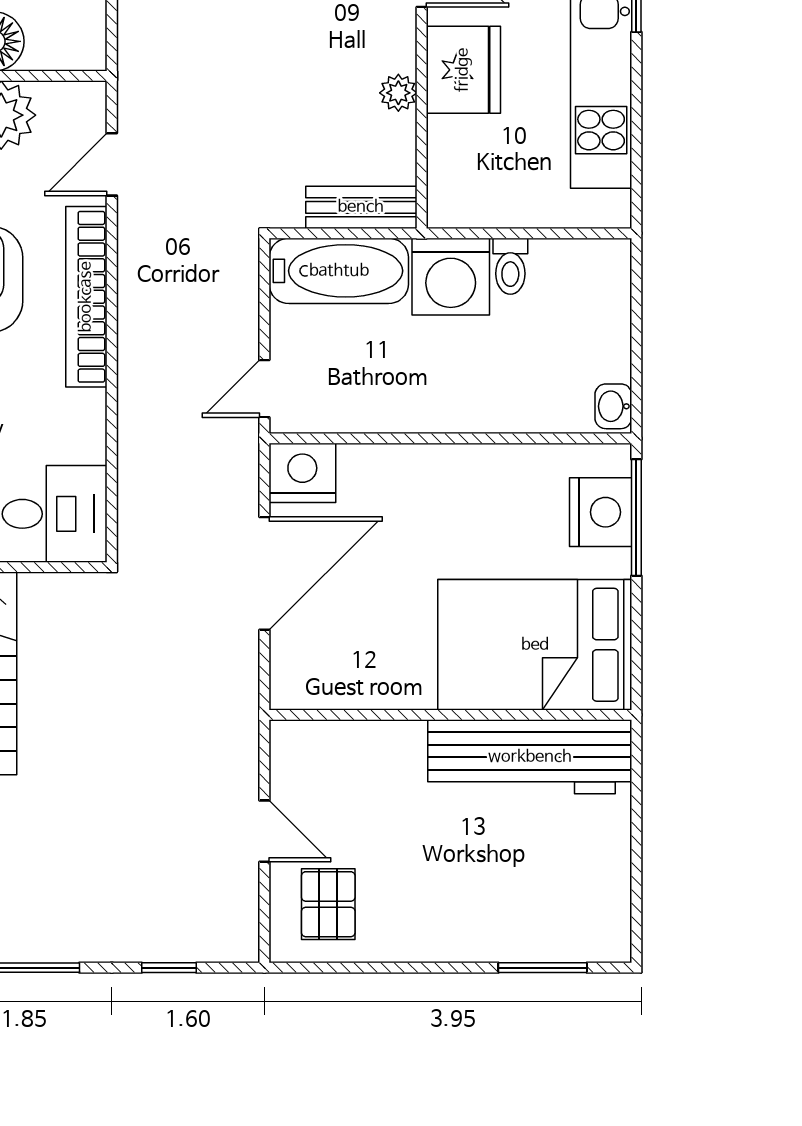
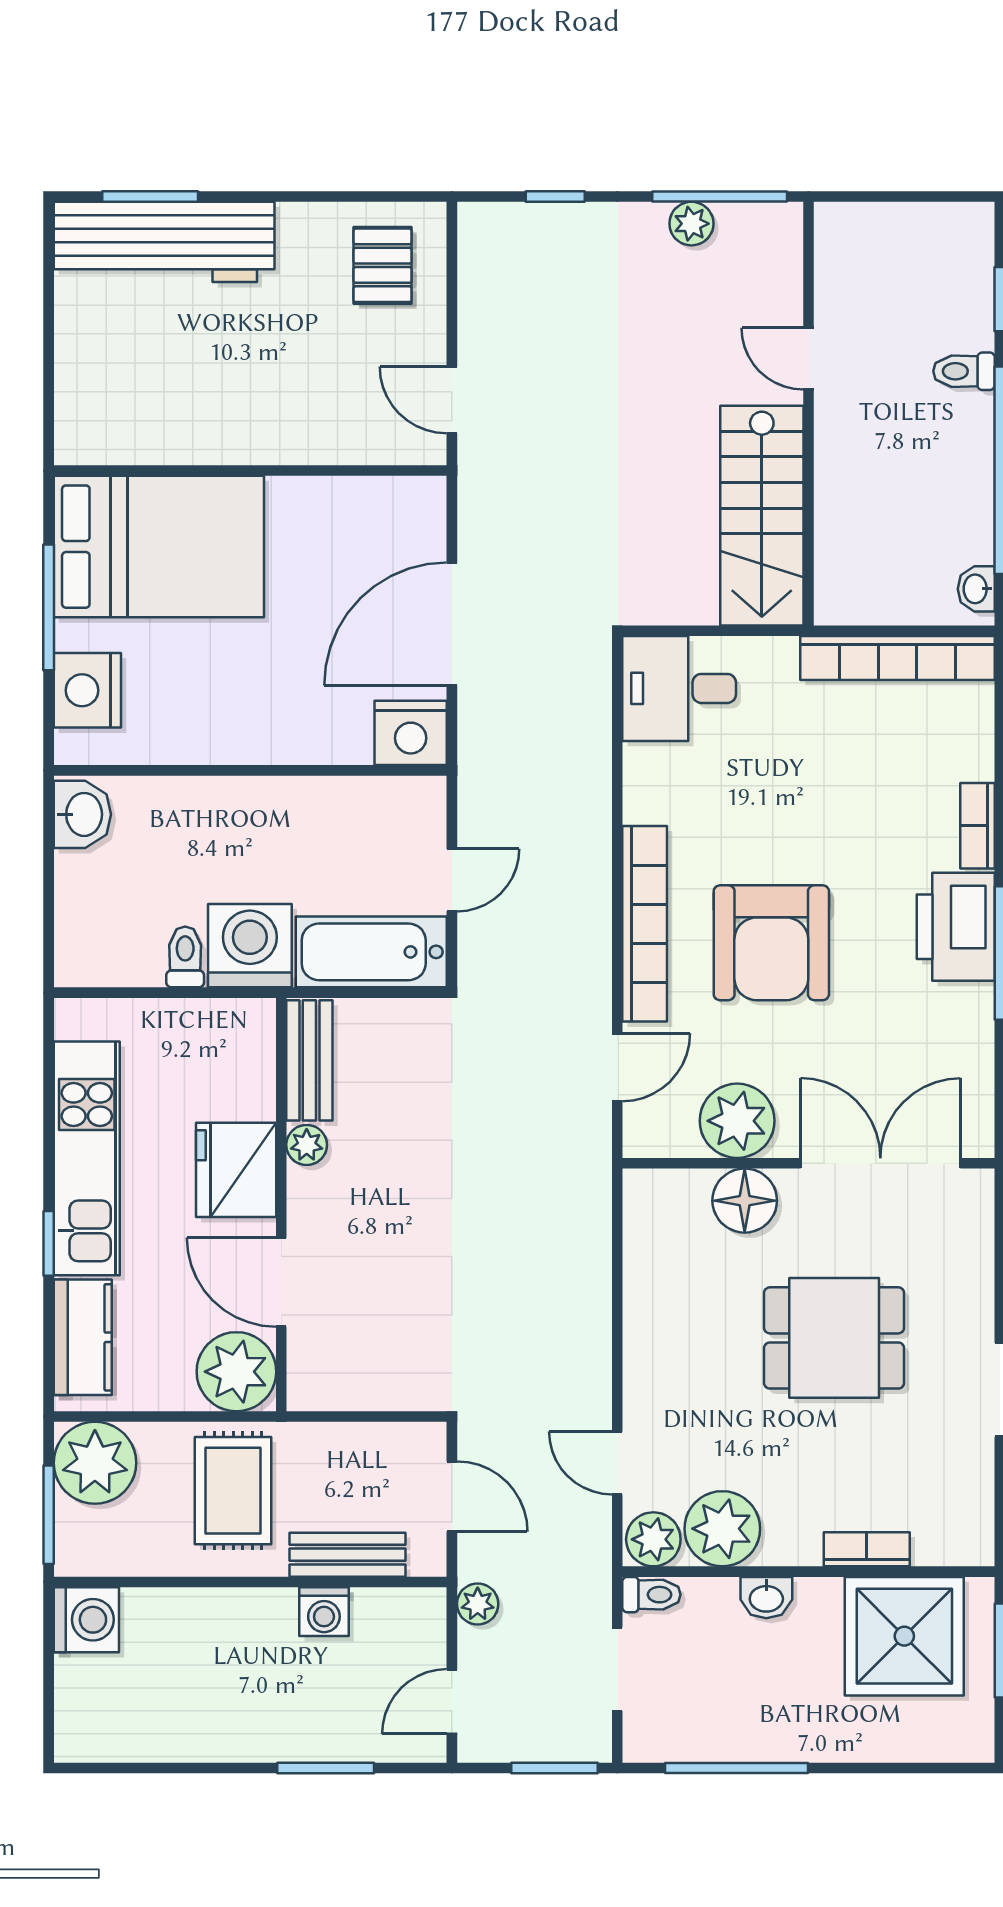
bench: (361, 207) -> (309, 1060), moved, turned 90
door: (264, 389) -> (452, 880), moved
washbasin: (613, 406) -> (82, 814), width x1.38, depth x1.45
window: (636, 518) -> (49, 607), moved
workbench: (530, 757) -> (164, 242), moved, turned 180
door: (264, 831) -> (452, 400), moved
plant: (43, 943) -> (691, 224), added

